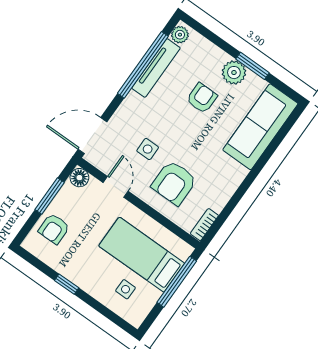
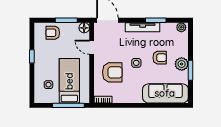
window: (143, 65) -> (156, 20), width x0.47
tv unit: (156, 68) -> (143, 27), moved
side table: (148, 149) -> (136, 63), moved
armchair: (174, 183) -> (112, 72), turned 180
door: (116, 187) -> (92, 47), swing flipped

